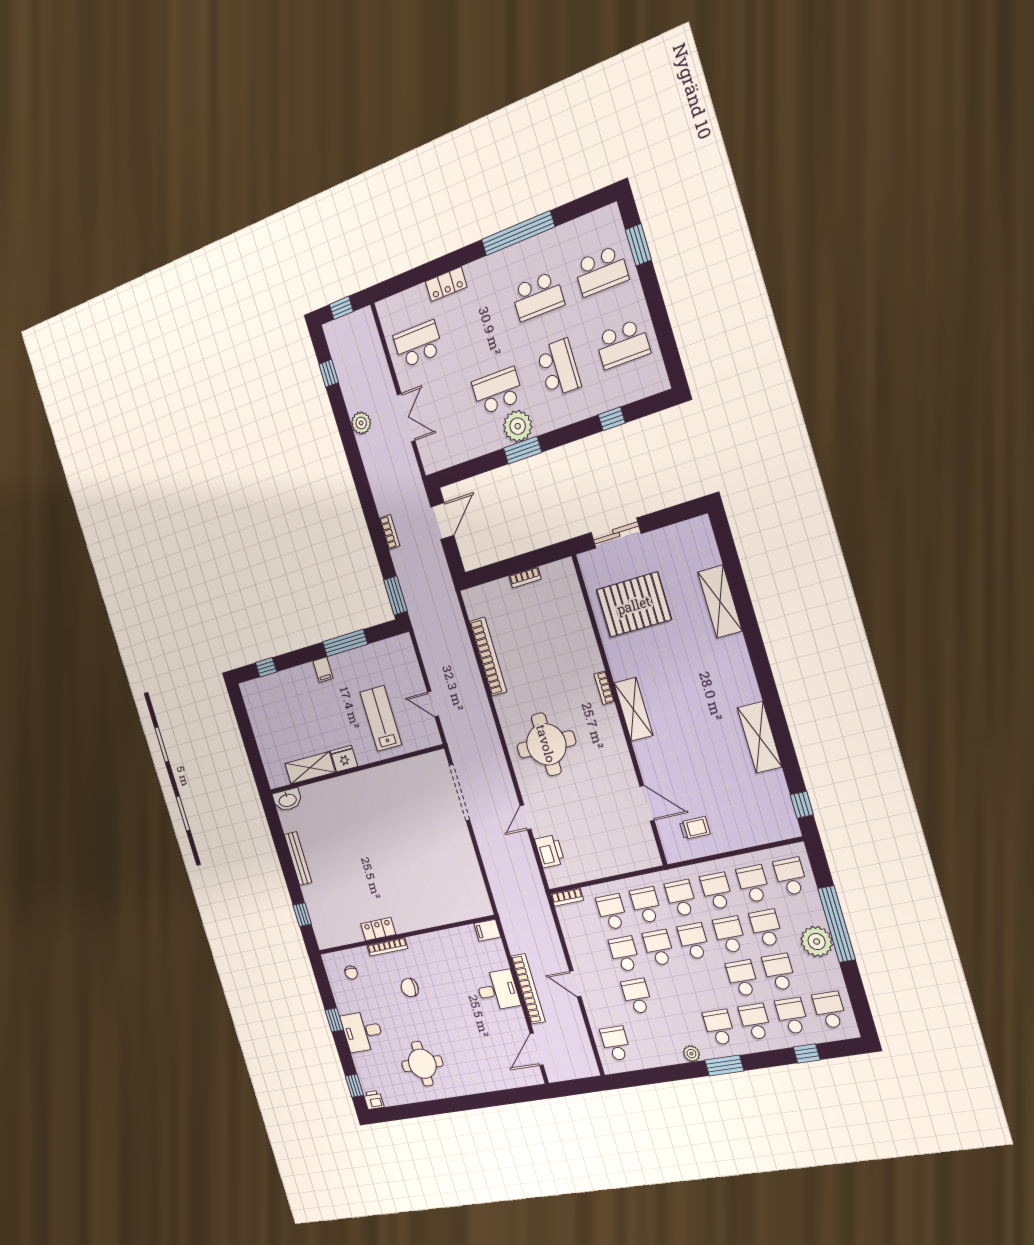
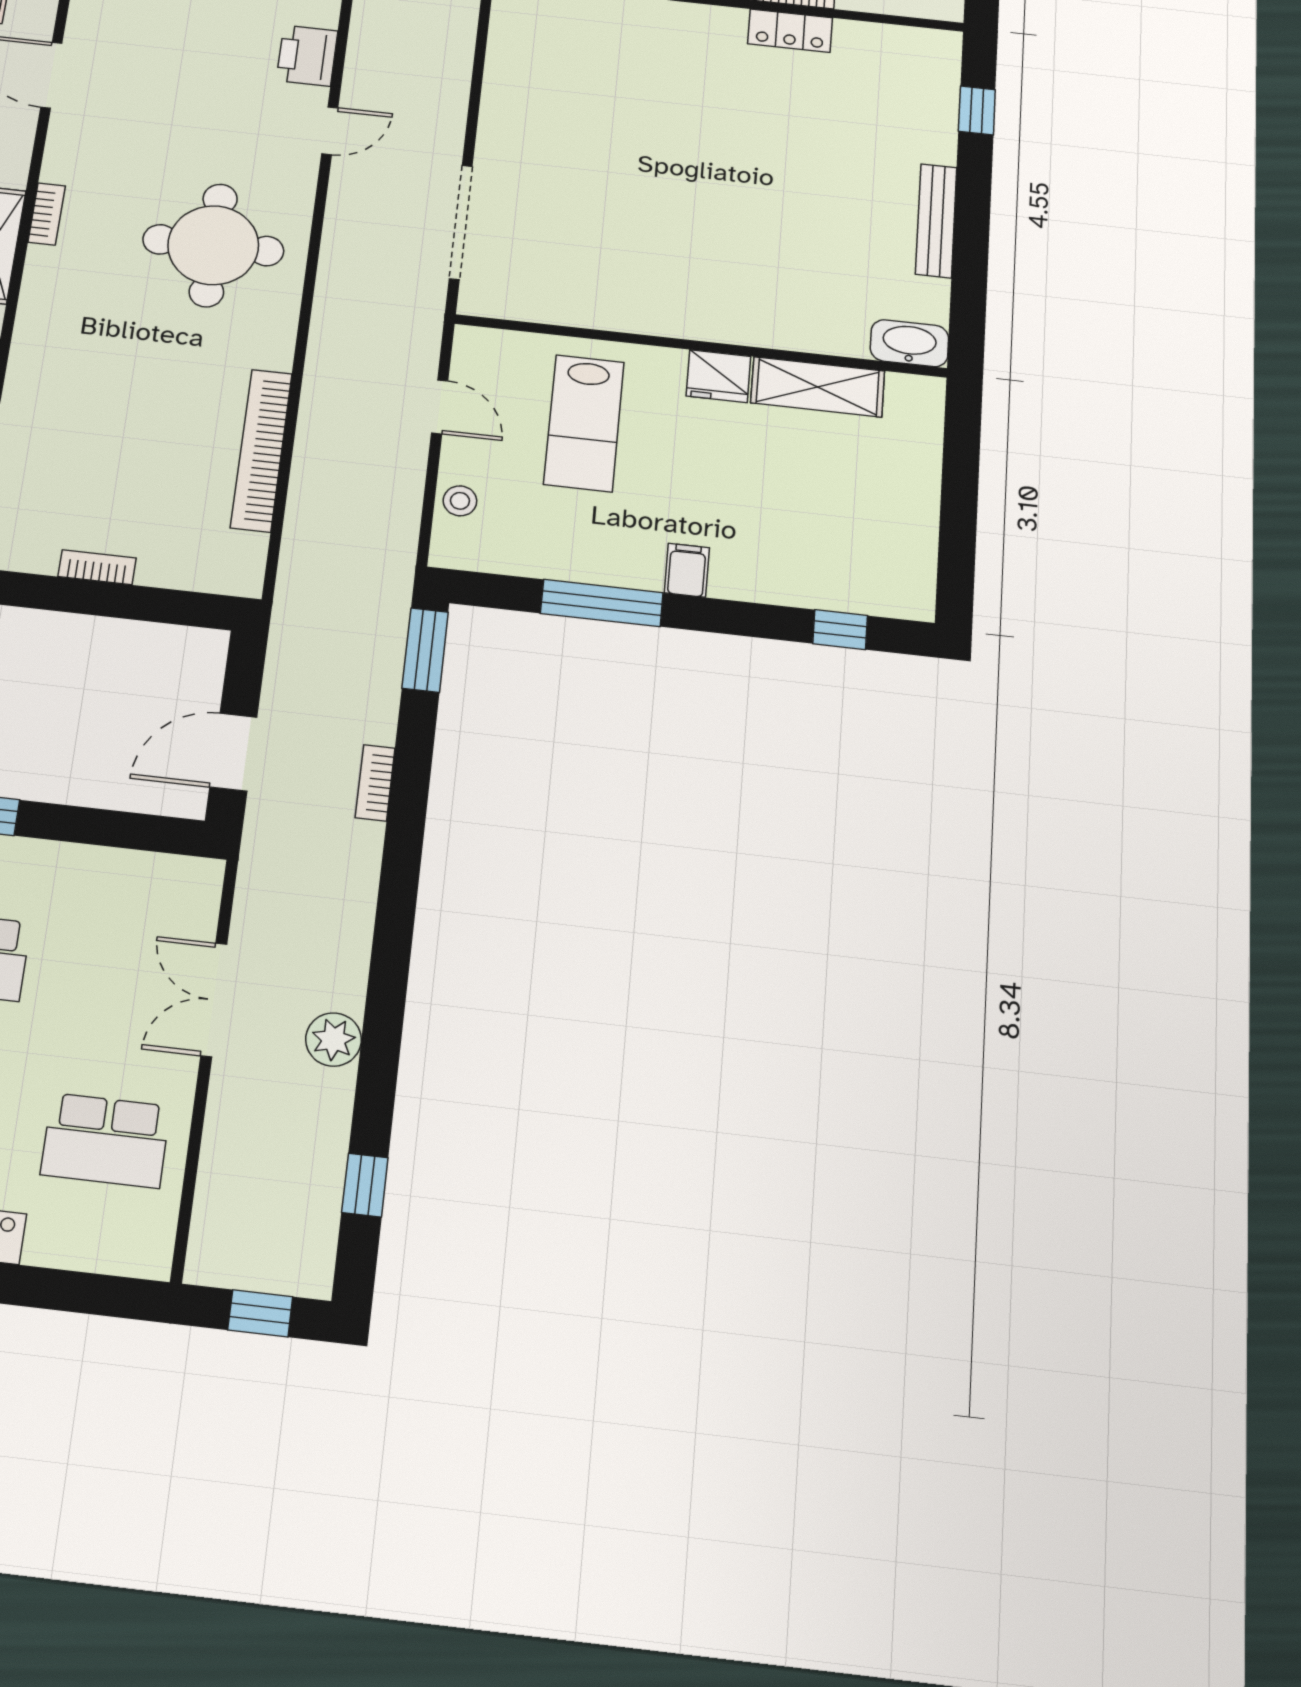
stool: (409, 665) -> (460, 501), added
bookcase: (604, 688) -> (47, 214), moved

